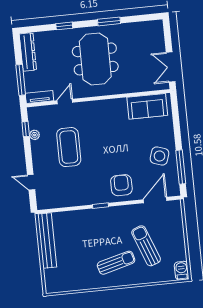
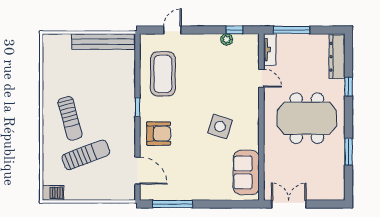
window: (109, 21) -> (348, 152), moved
dresser: (28, 52) -> (337, 57), moved, turned 90
coffee table: (69, 147) -> (163, 74), moved, turned 90
side table: (159, 156) -> (220, 127), moved

